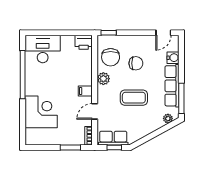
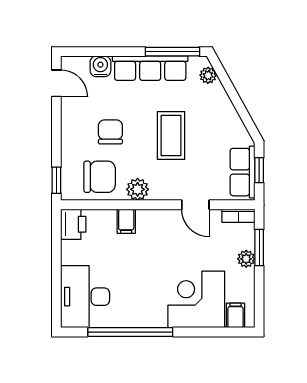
filing cabinet: (85, 91) -> (126, 221), moved
filing cabinet: (32, 134) -> (236, 315), added
plant: (64, 140) -> (246, 259), added

